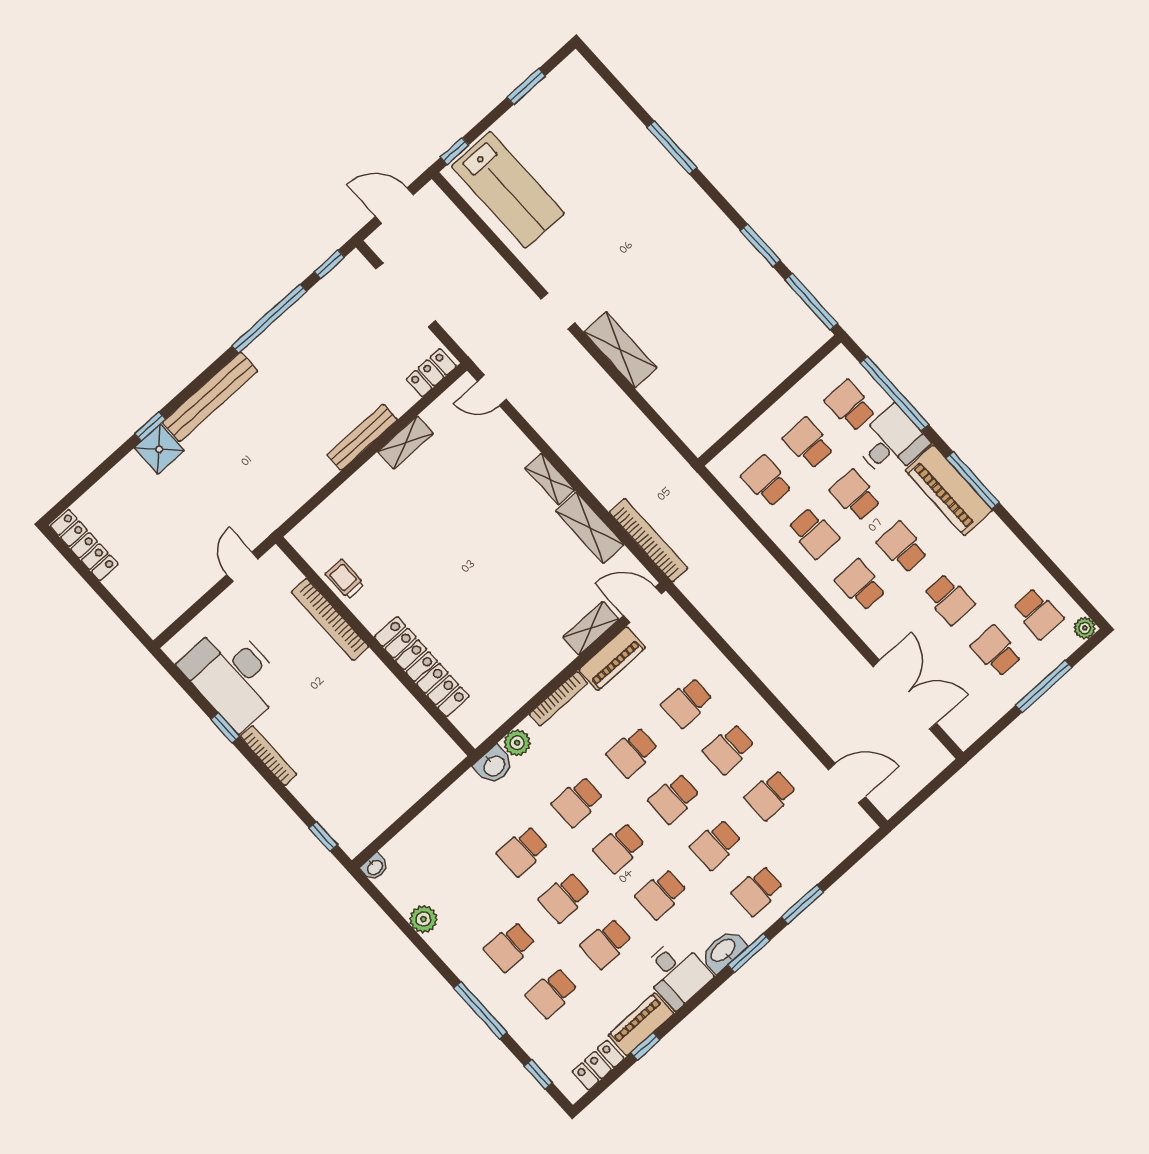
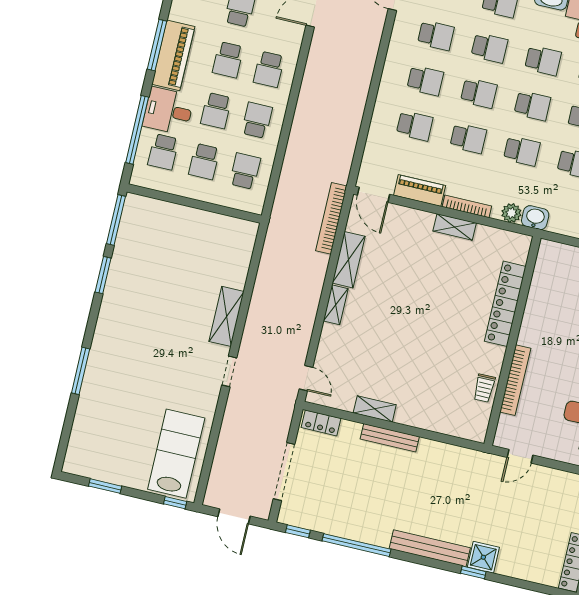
school desk: (767, 481) -> (245, 171), turned 180
shelving: (591, 628) -> (455, 227), moved

